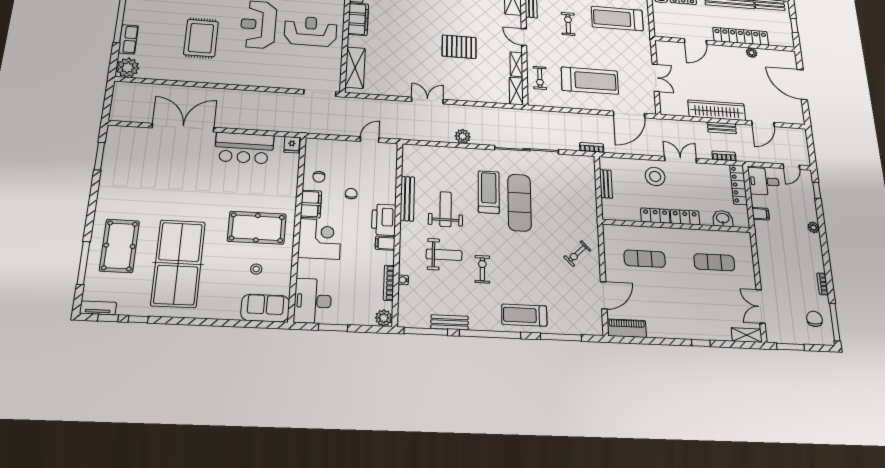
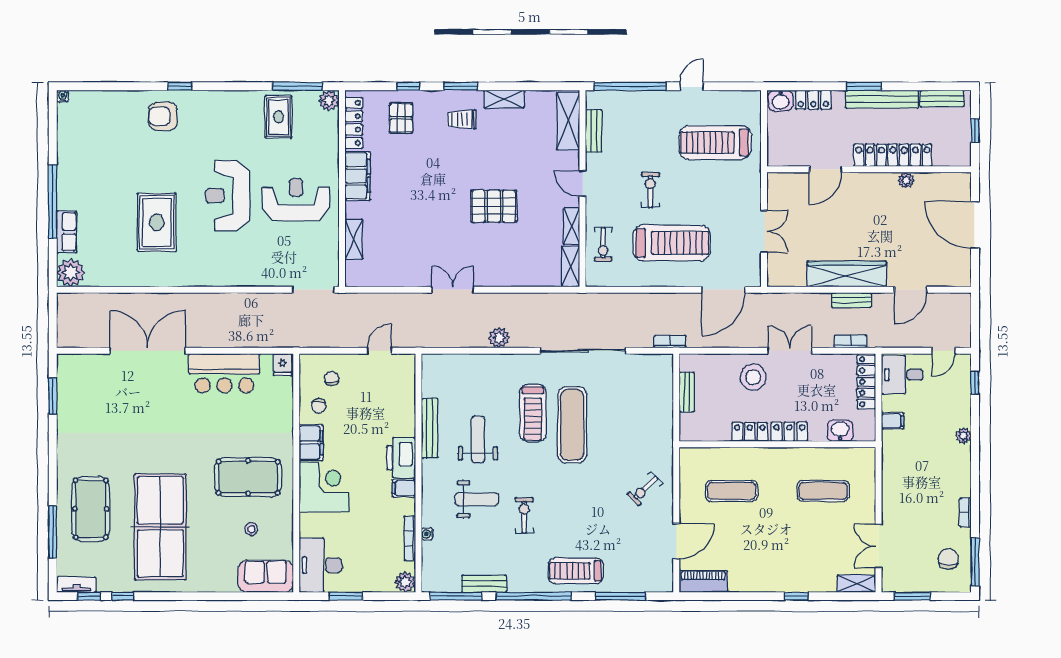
exercise bike: (568, 24) -> (650, 190), moved
shelving: (355, 68) -> (354, 239), width x0.67, depth x0.75
treadmill: (489, 192) -> (533, 413), turned 180
chair: (351, 194) -> (332, 378), moved

